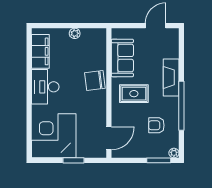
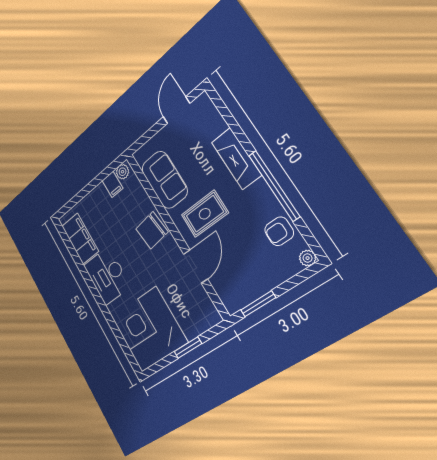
plant: (75, 33) -> (122, 172), moved
filing cabinet: (87, 36) -> (112, 184), added
armchair: (156, 125) -> (279, 231), moved
door: (109, 138) -> (196, 266), moved
window: (159, 160) -> (258, 304), moved

